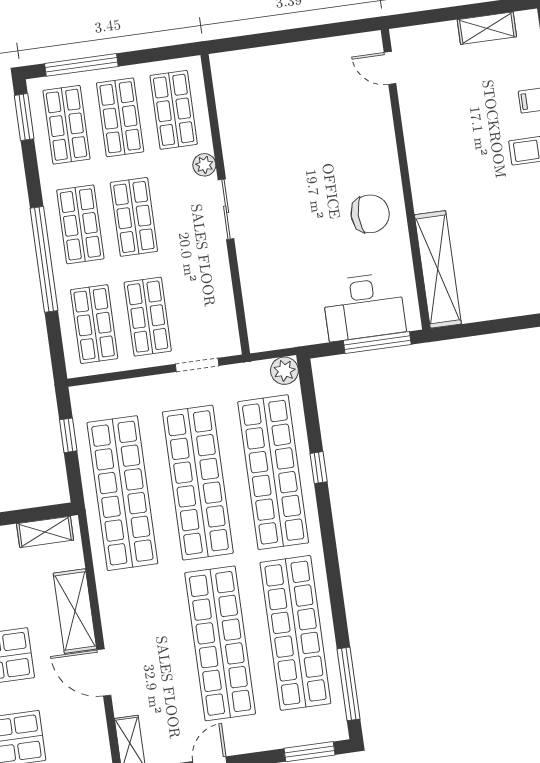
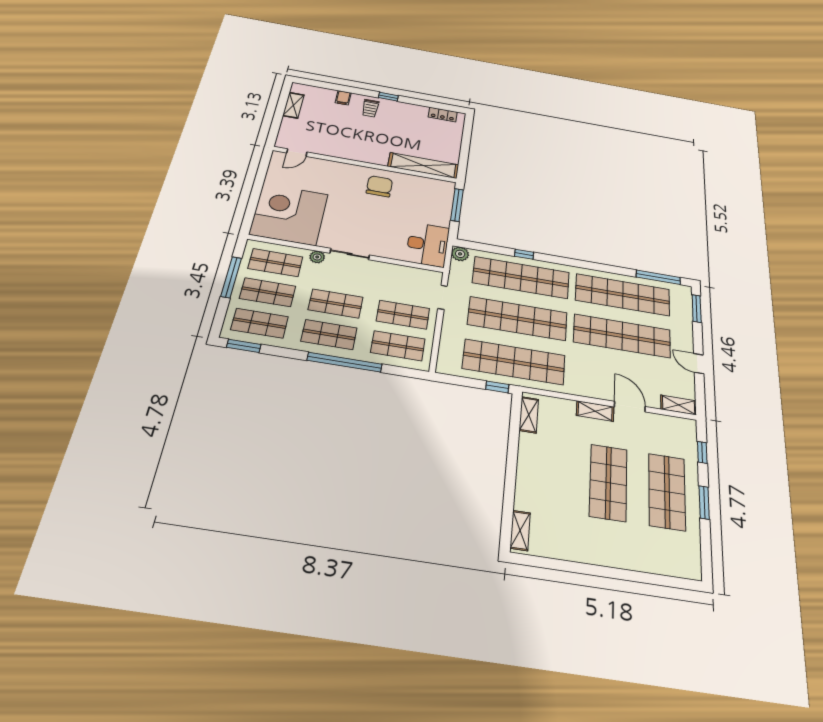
window: (81, 65) -> (231, 277), moved
corner desk: (267, 98) -> (289, 214), added
desk: (364, 307) -> (428, 245), moved
window: (68, 435) -> (497, 387), moved
shelving: (75, 611) -> (595, 411), width x0.67, depth x0.75
door: (104, 672) -> (630, 407), swing flipped

